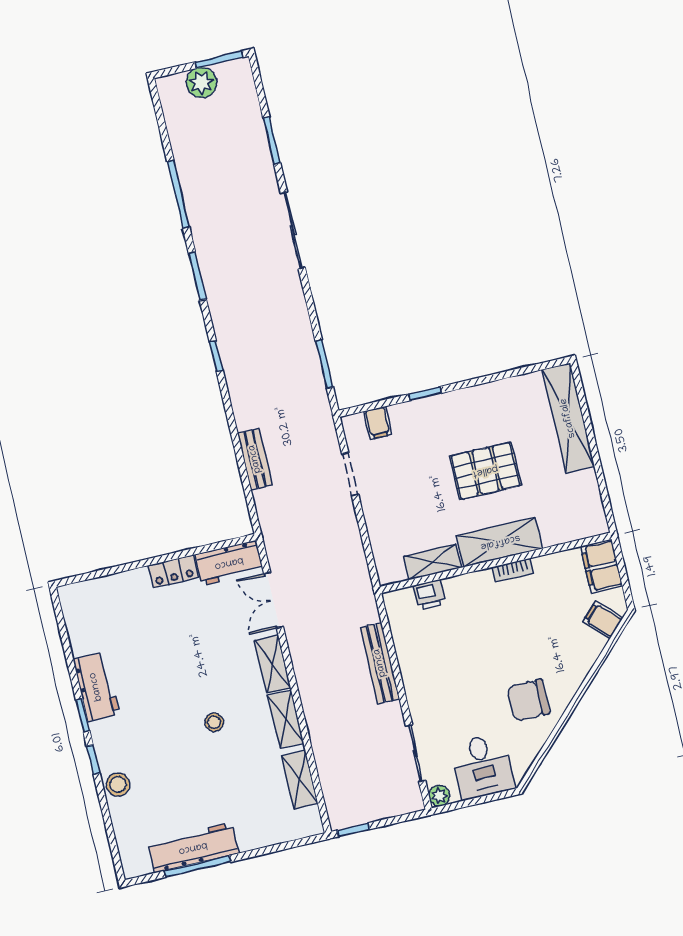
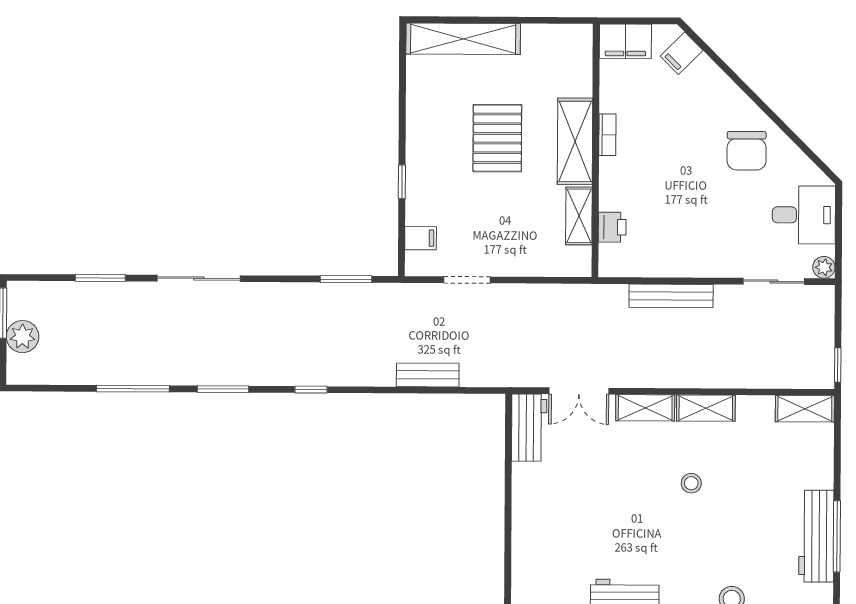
locker: (173, 571) -> (524, 488), removed
shelving: (300, 780) -> (805, 409), moved

